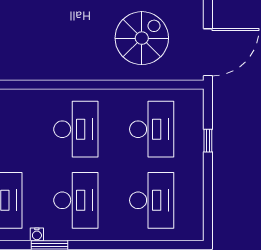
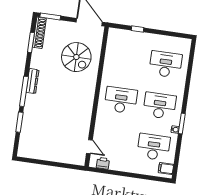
spiral stairs: (142, 38) -> (76, 57), turned 180
desk: (152, 129) -> (127, 59), removed

